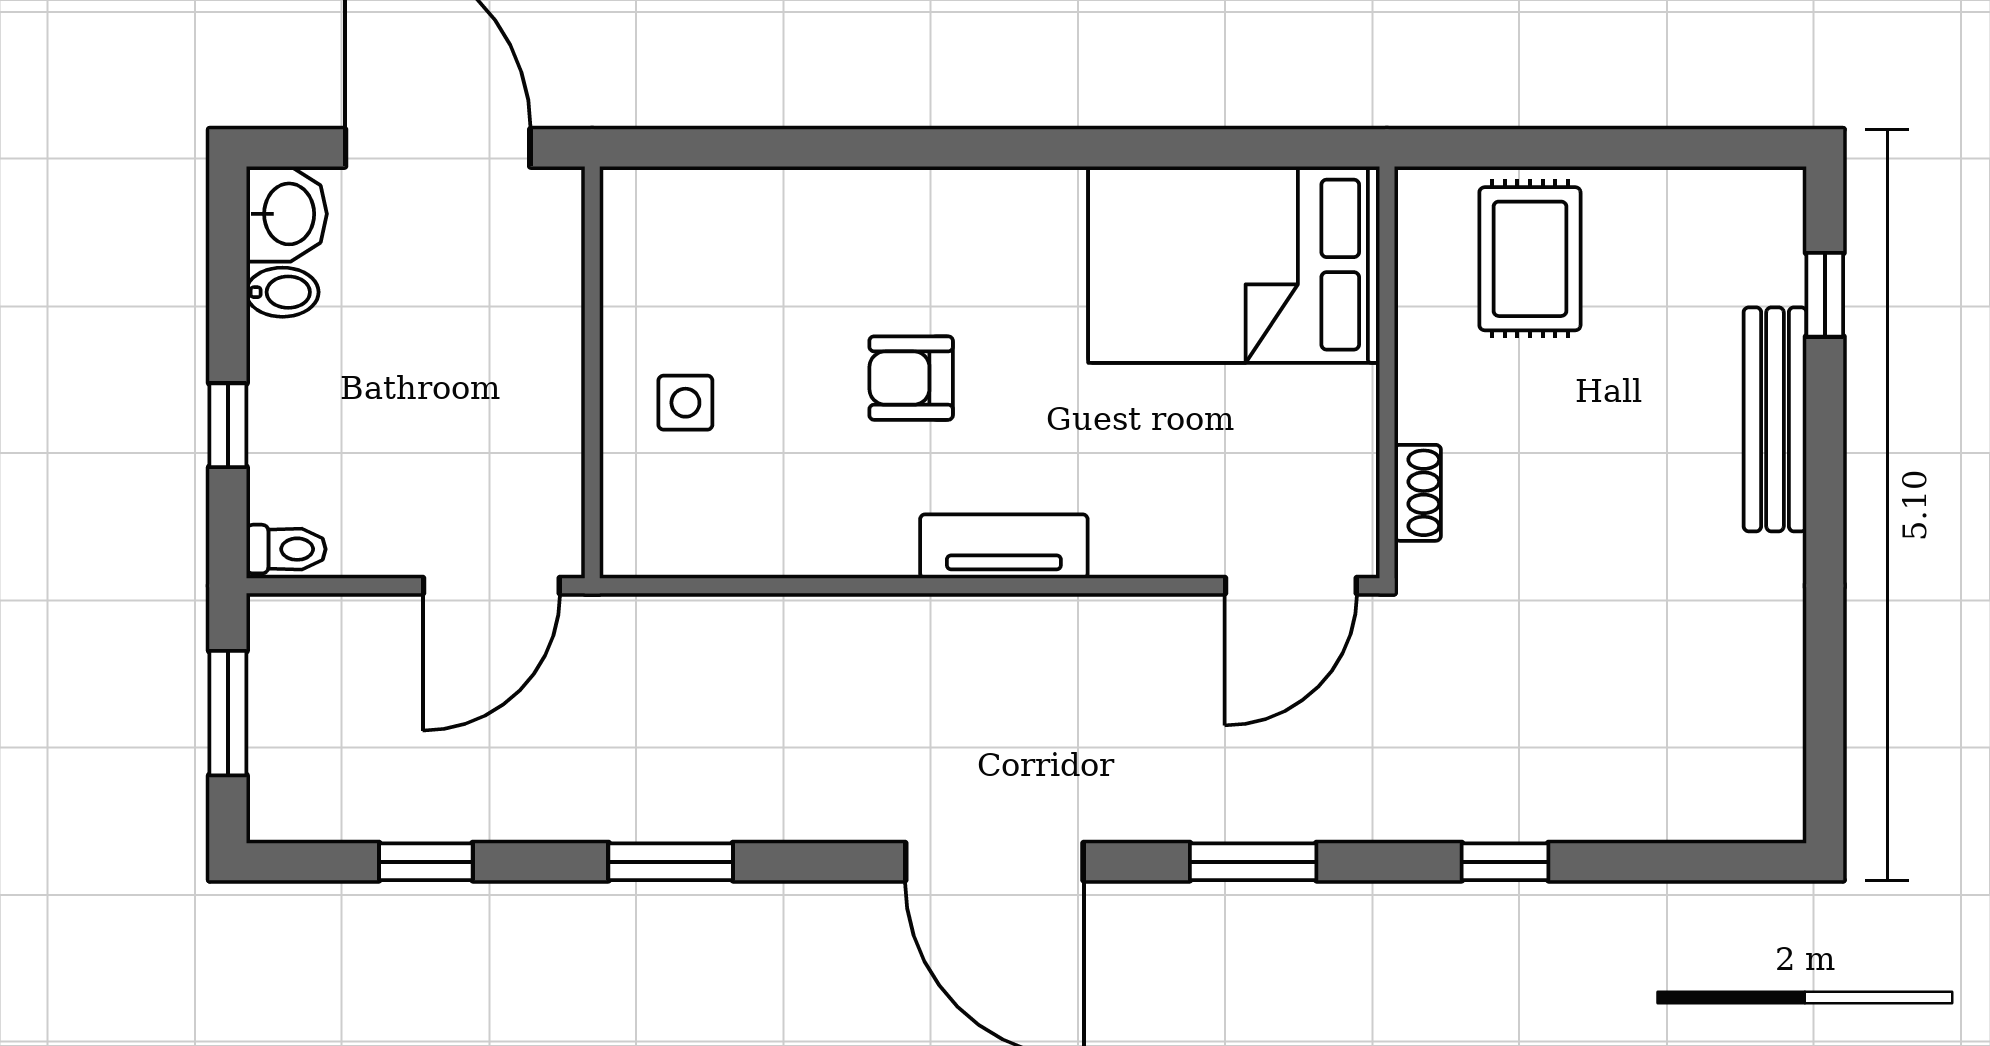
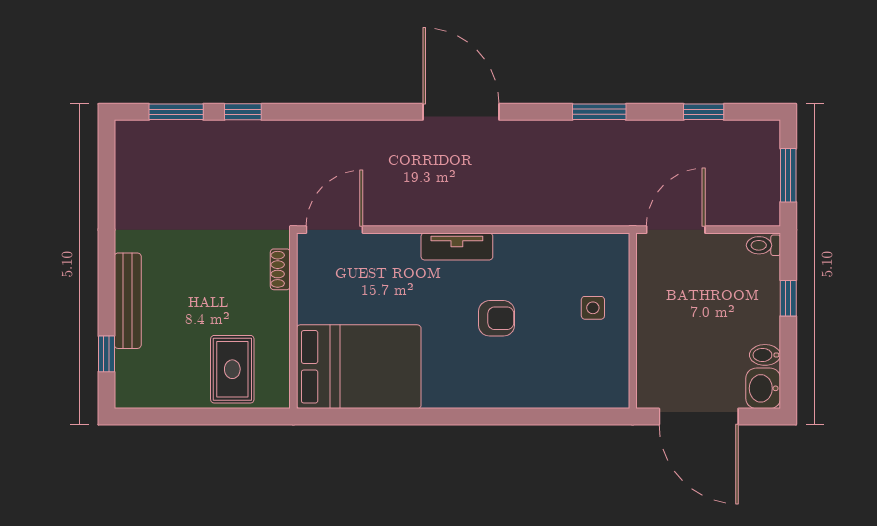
window: (1253, 862) -> (176, 112), moved

